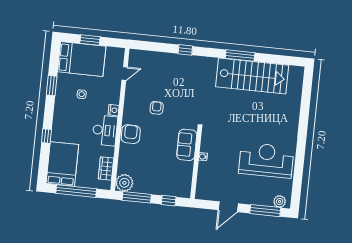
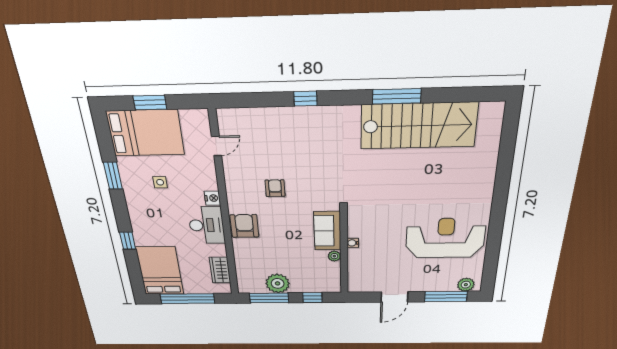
plant: (189, 166) -> (334, 256), added
plant: (124, 183) -> (278, 283), moved

